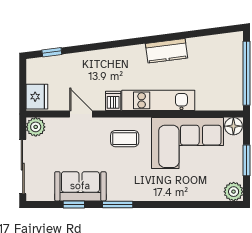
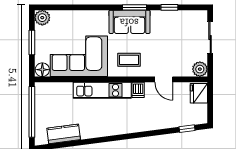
kitchen counter: (166, 51) -> (64, 134), moved
sliding door: (23, 167) -> (210, 38), width x0.73
sofa: (80, 186) -> (129, 22), moved

